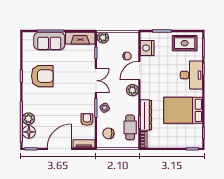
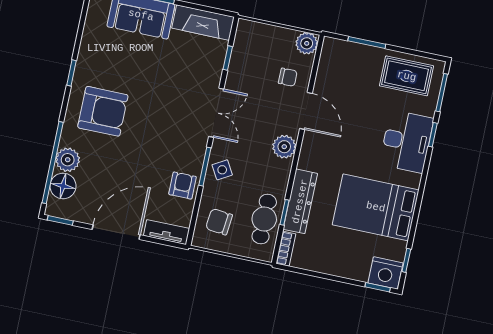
plant: (103, 38) -> (307, 43), moved
nightstand: (147, 48) -> (386, 273), moved, turned -90
door: (139, 71) -> (306, 111), swing flipped
armchair: (42, 76) -> (103, 111), moved

